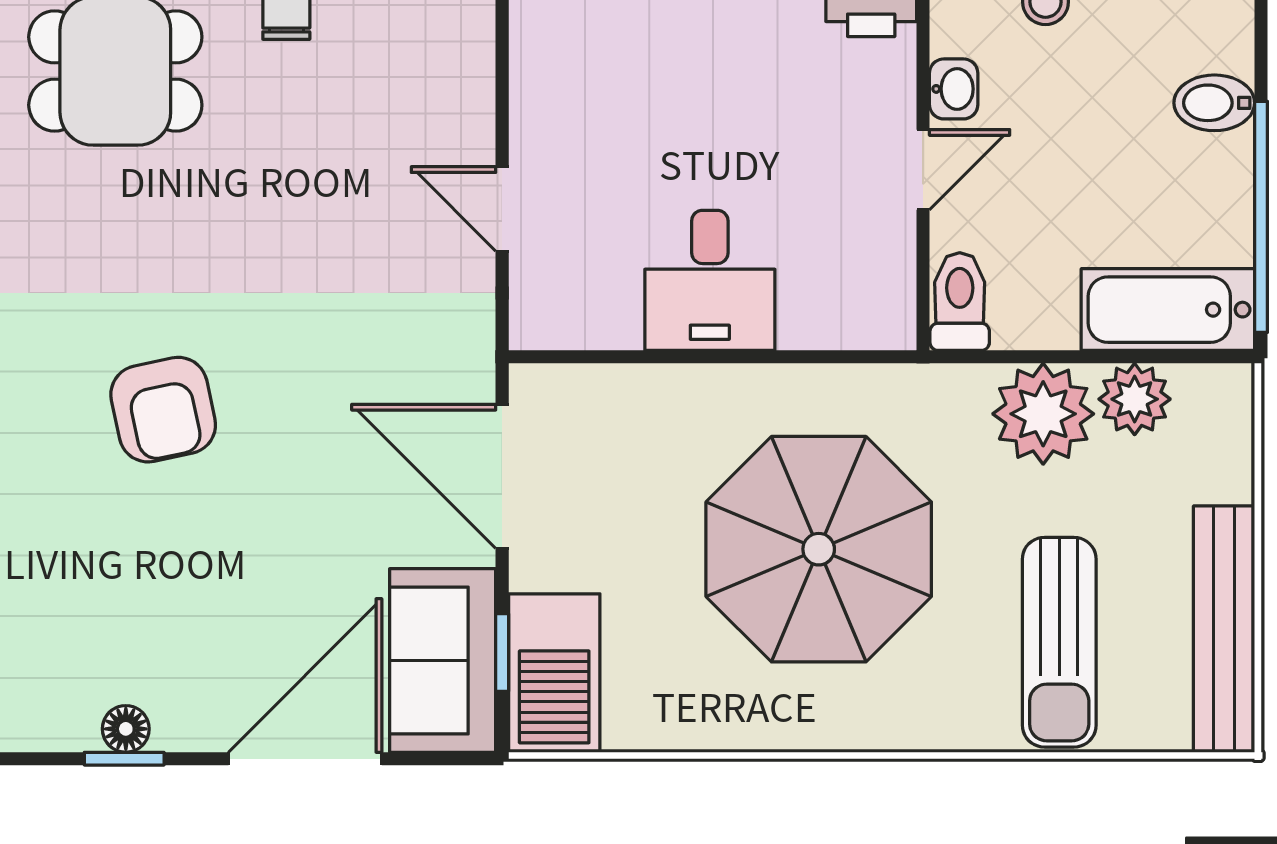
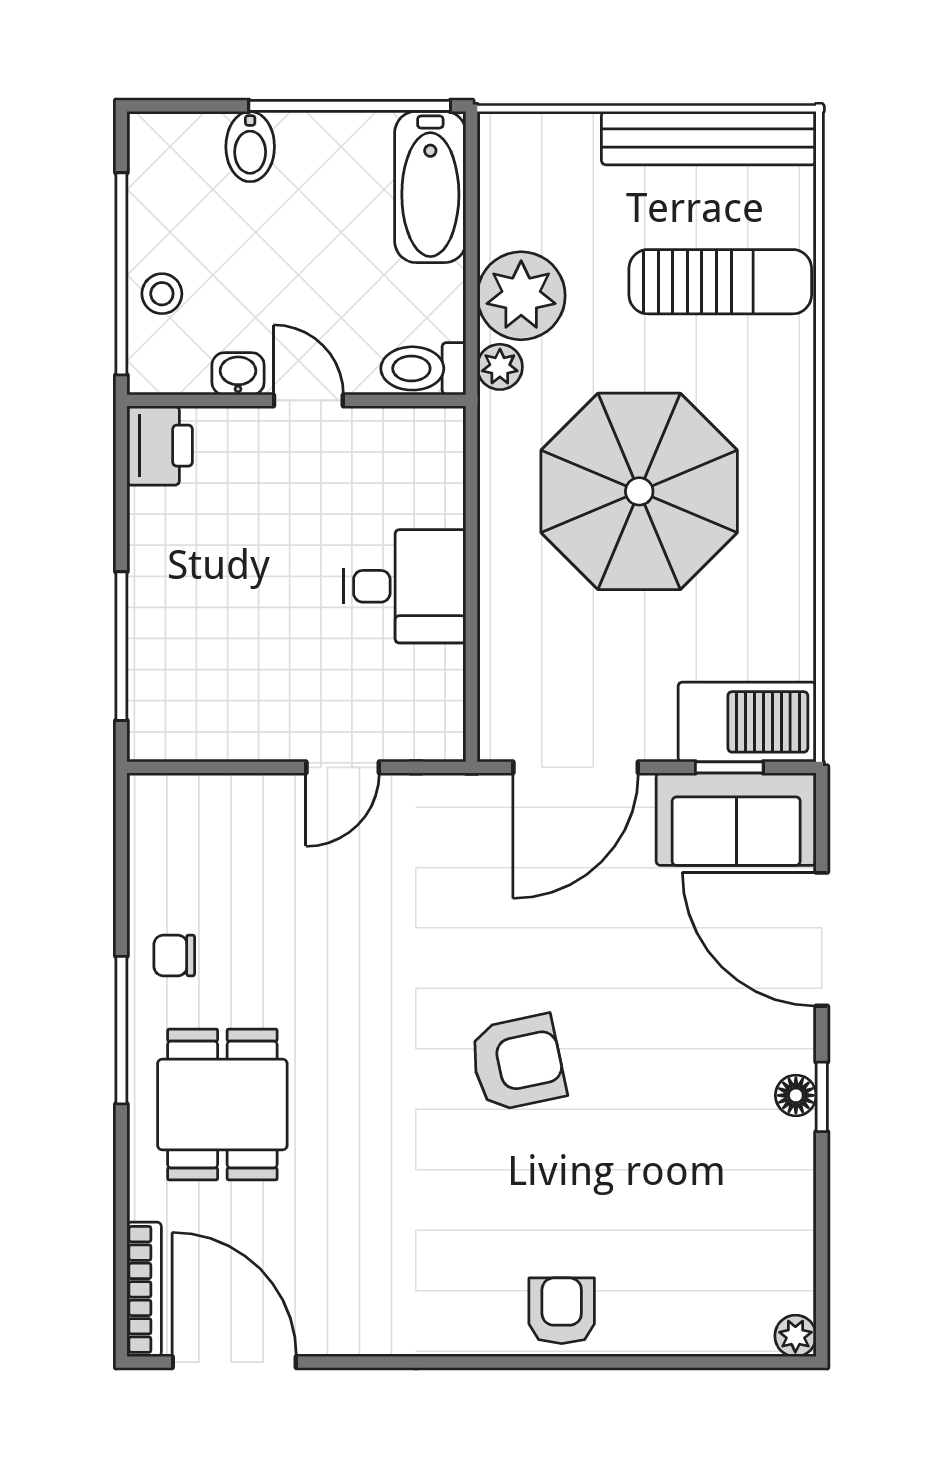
plant: (1135, 399) -> (500, 367), moved, width x0.73, depth x0.73

